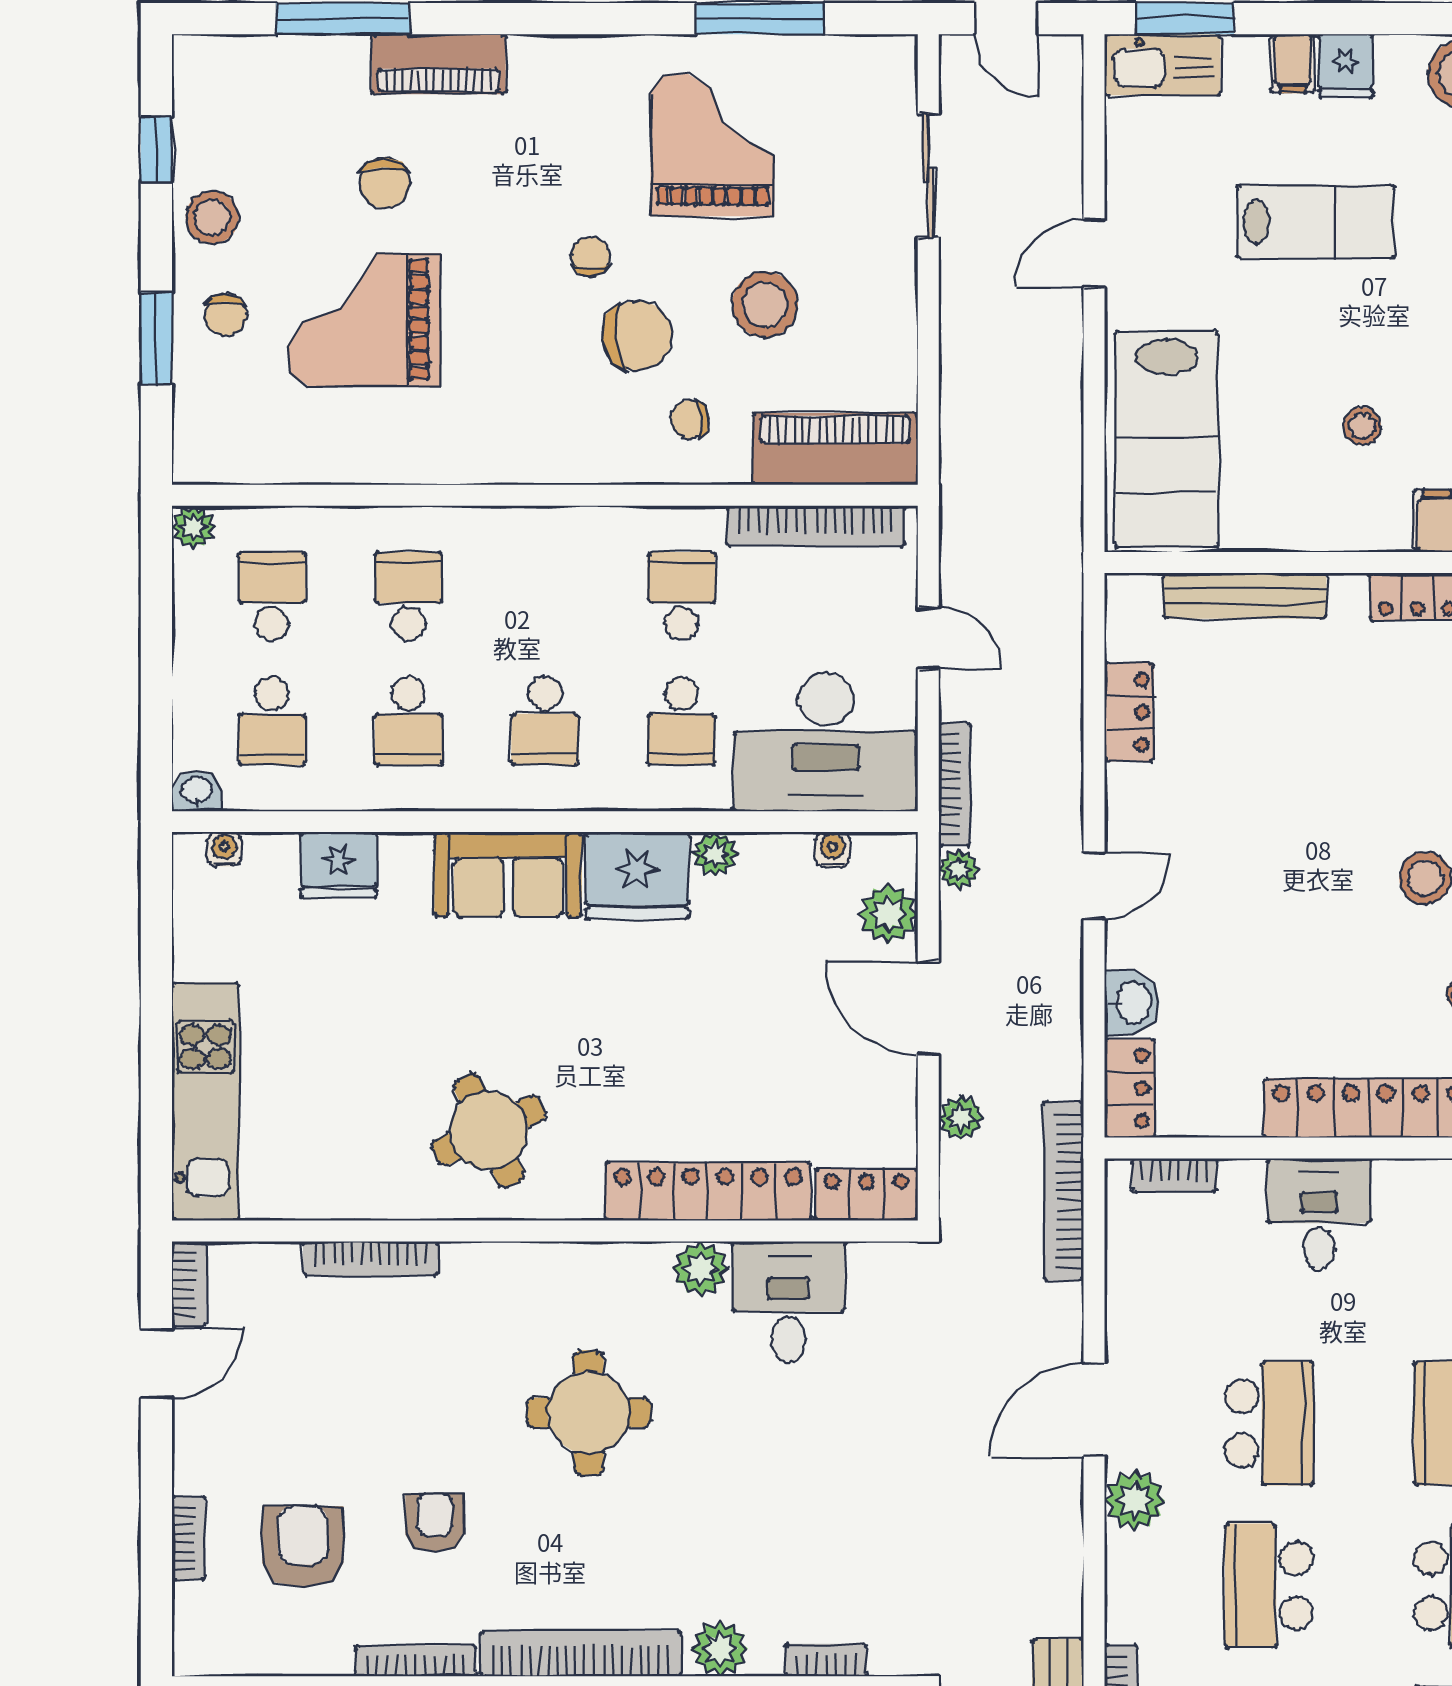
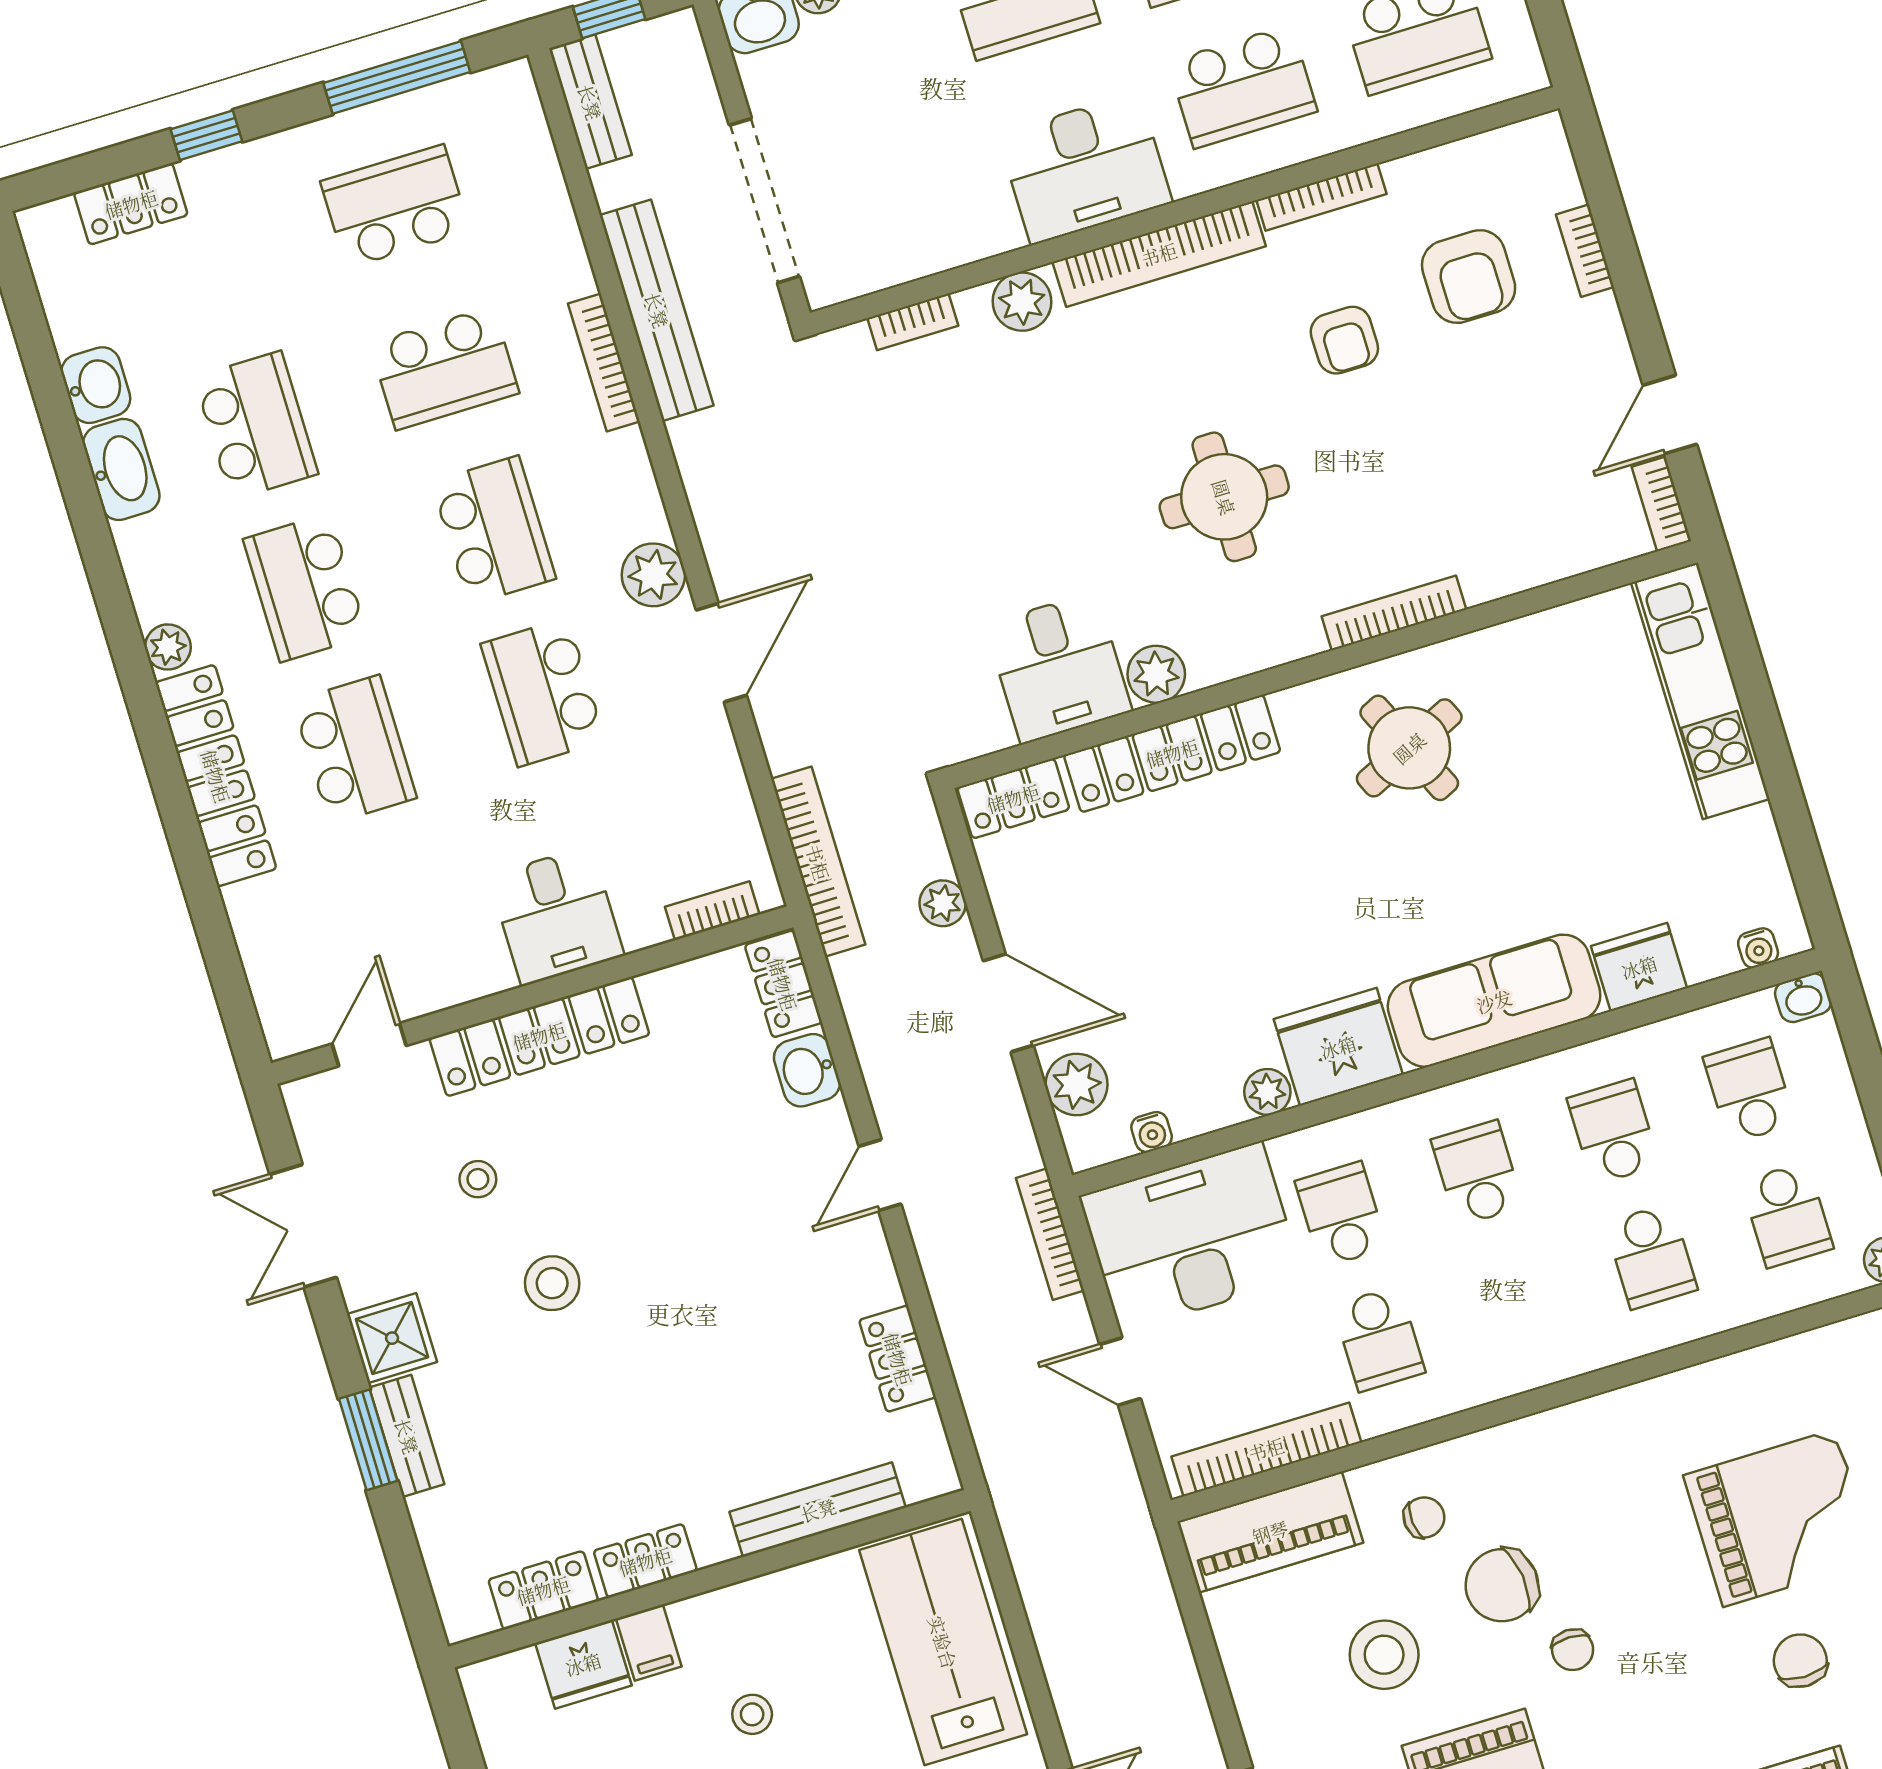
plant: (959, 869) -> (1020, 1150), removed
sofa: (508, 875) -> (1494, 1001), width x1.36
bookcase: (370, 1259) -> (1394, 613), moved

